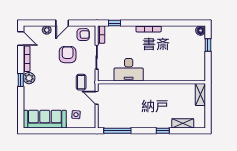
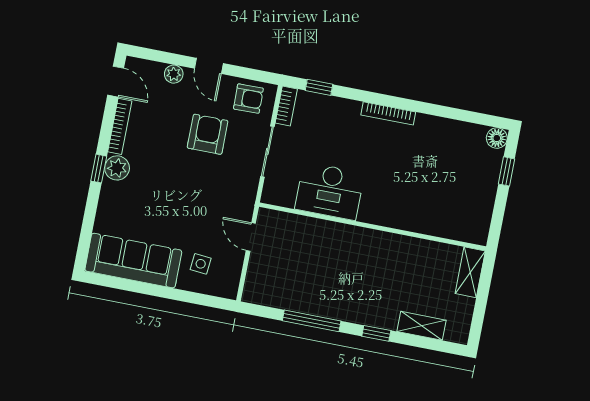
door: (62, 23) -> (209, 66), hinge flipped
coffee table: (81, 82) -> (225, 198), removed
window: (117, 131) -> (312, 321), moved

